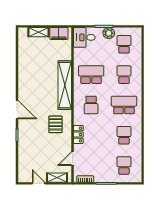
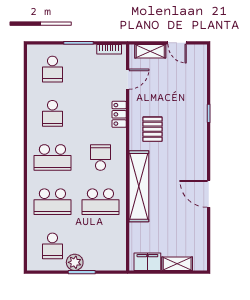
desk: (84, 37) -> (110, 256), removed
school desk: (124, 75) -> (52, 202), width x1.85
door: (17, 110) -> (209, 194), moved

